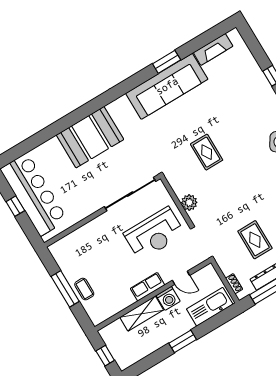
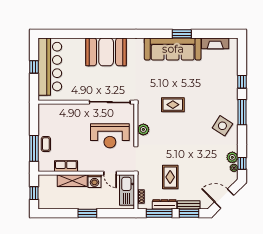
rug: (207, 152) -> (173, 105), turned 90
row of seats: (148, 287) -> (66, 166), moved
window: (65, 289) -> (34, 148), moved
kitchen sink: (210, 307) -> (127, 190), moved, turned -90

